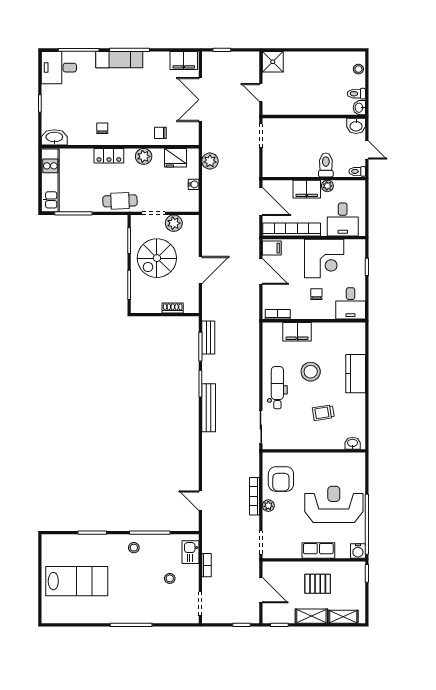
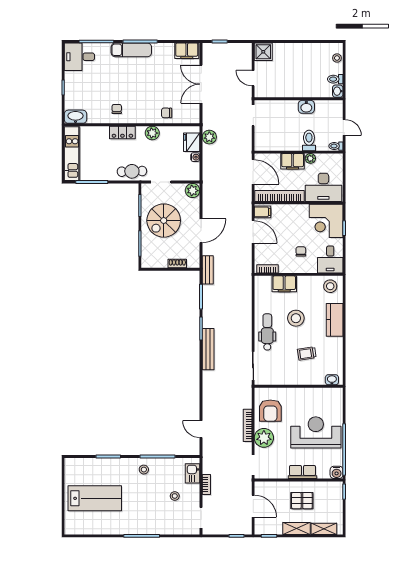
washbasin: (356, 126) -> (306, 107), moved
fridge: (176, 158) -> (192, 142), moved, turned 90
desk: (343, 219) -> (323, 187), width x1.37
plant: (174, 223) -> (193, 191), moved
corner desk: (324, 258) -> (326, 221), moved, turned 90
stool: (351, 334) -> (330, 286), added
bench: (208, 337) -> (208, 270), moved
plant: (268, 506) -> (264, 438), width x1.87, depth x1.87

